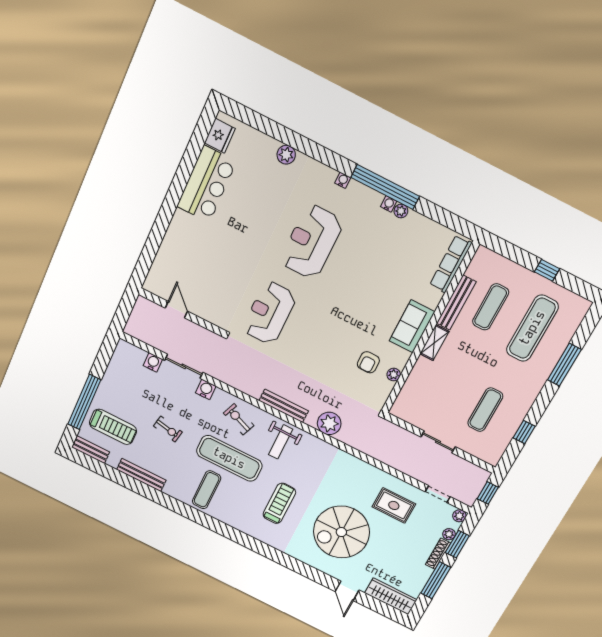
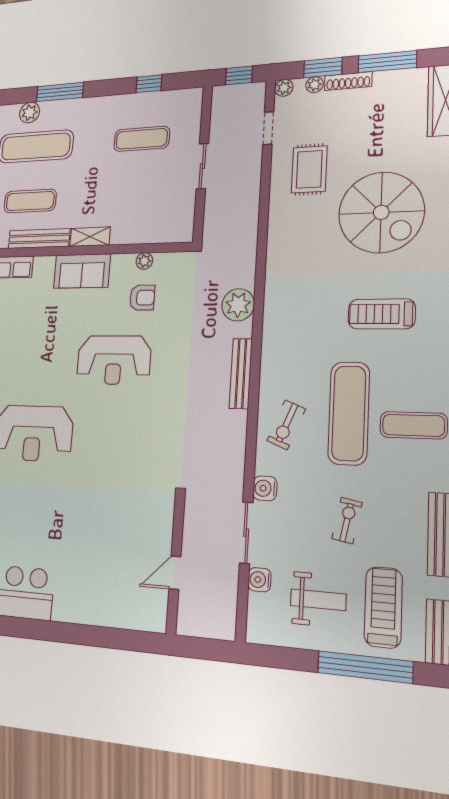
reception desk: (269, 313) -> (114, 360), moved
plant: (564, 334) -> (30, 113), added
weight bench: (281, 442) -> (318, 600), moved

